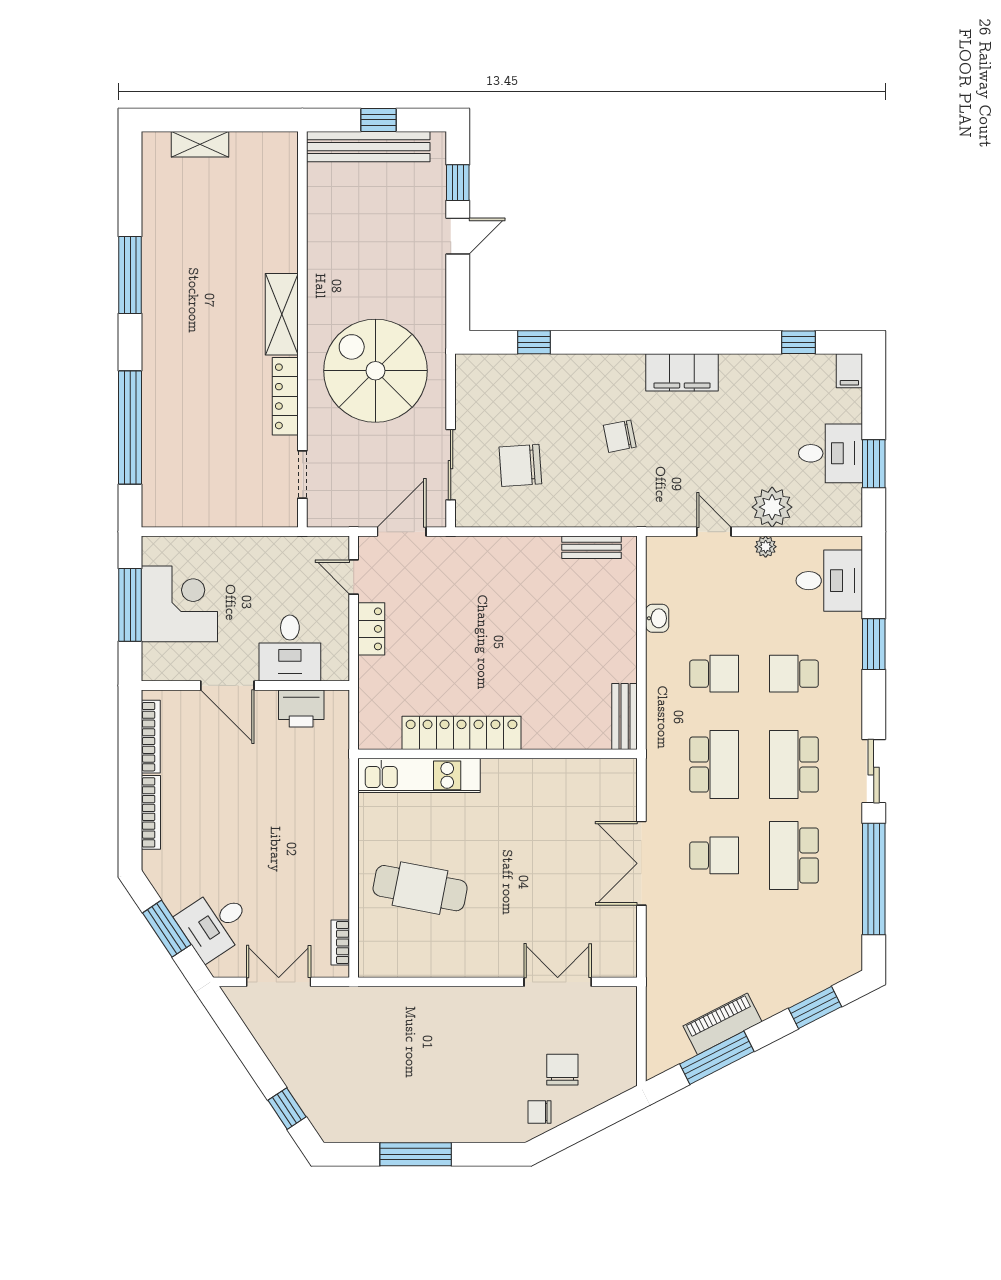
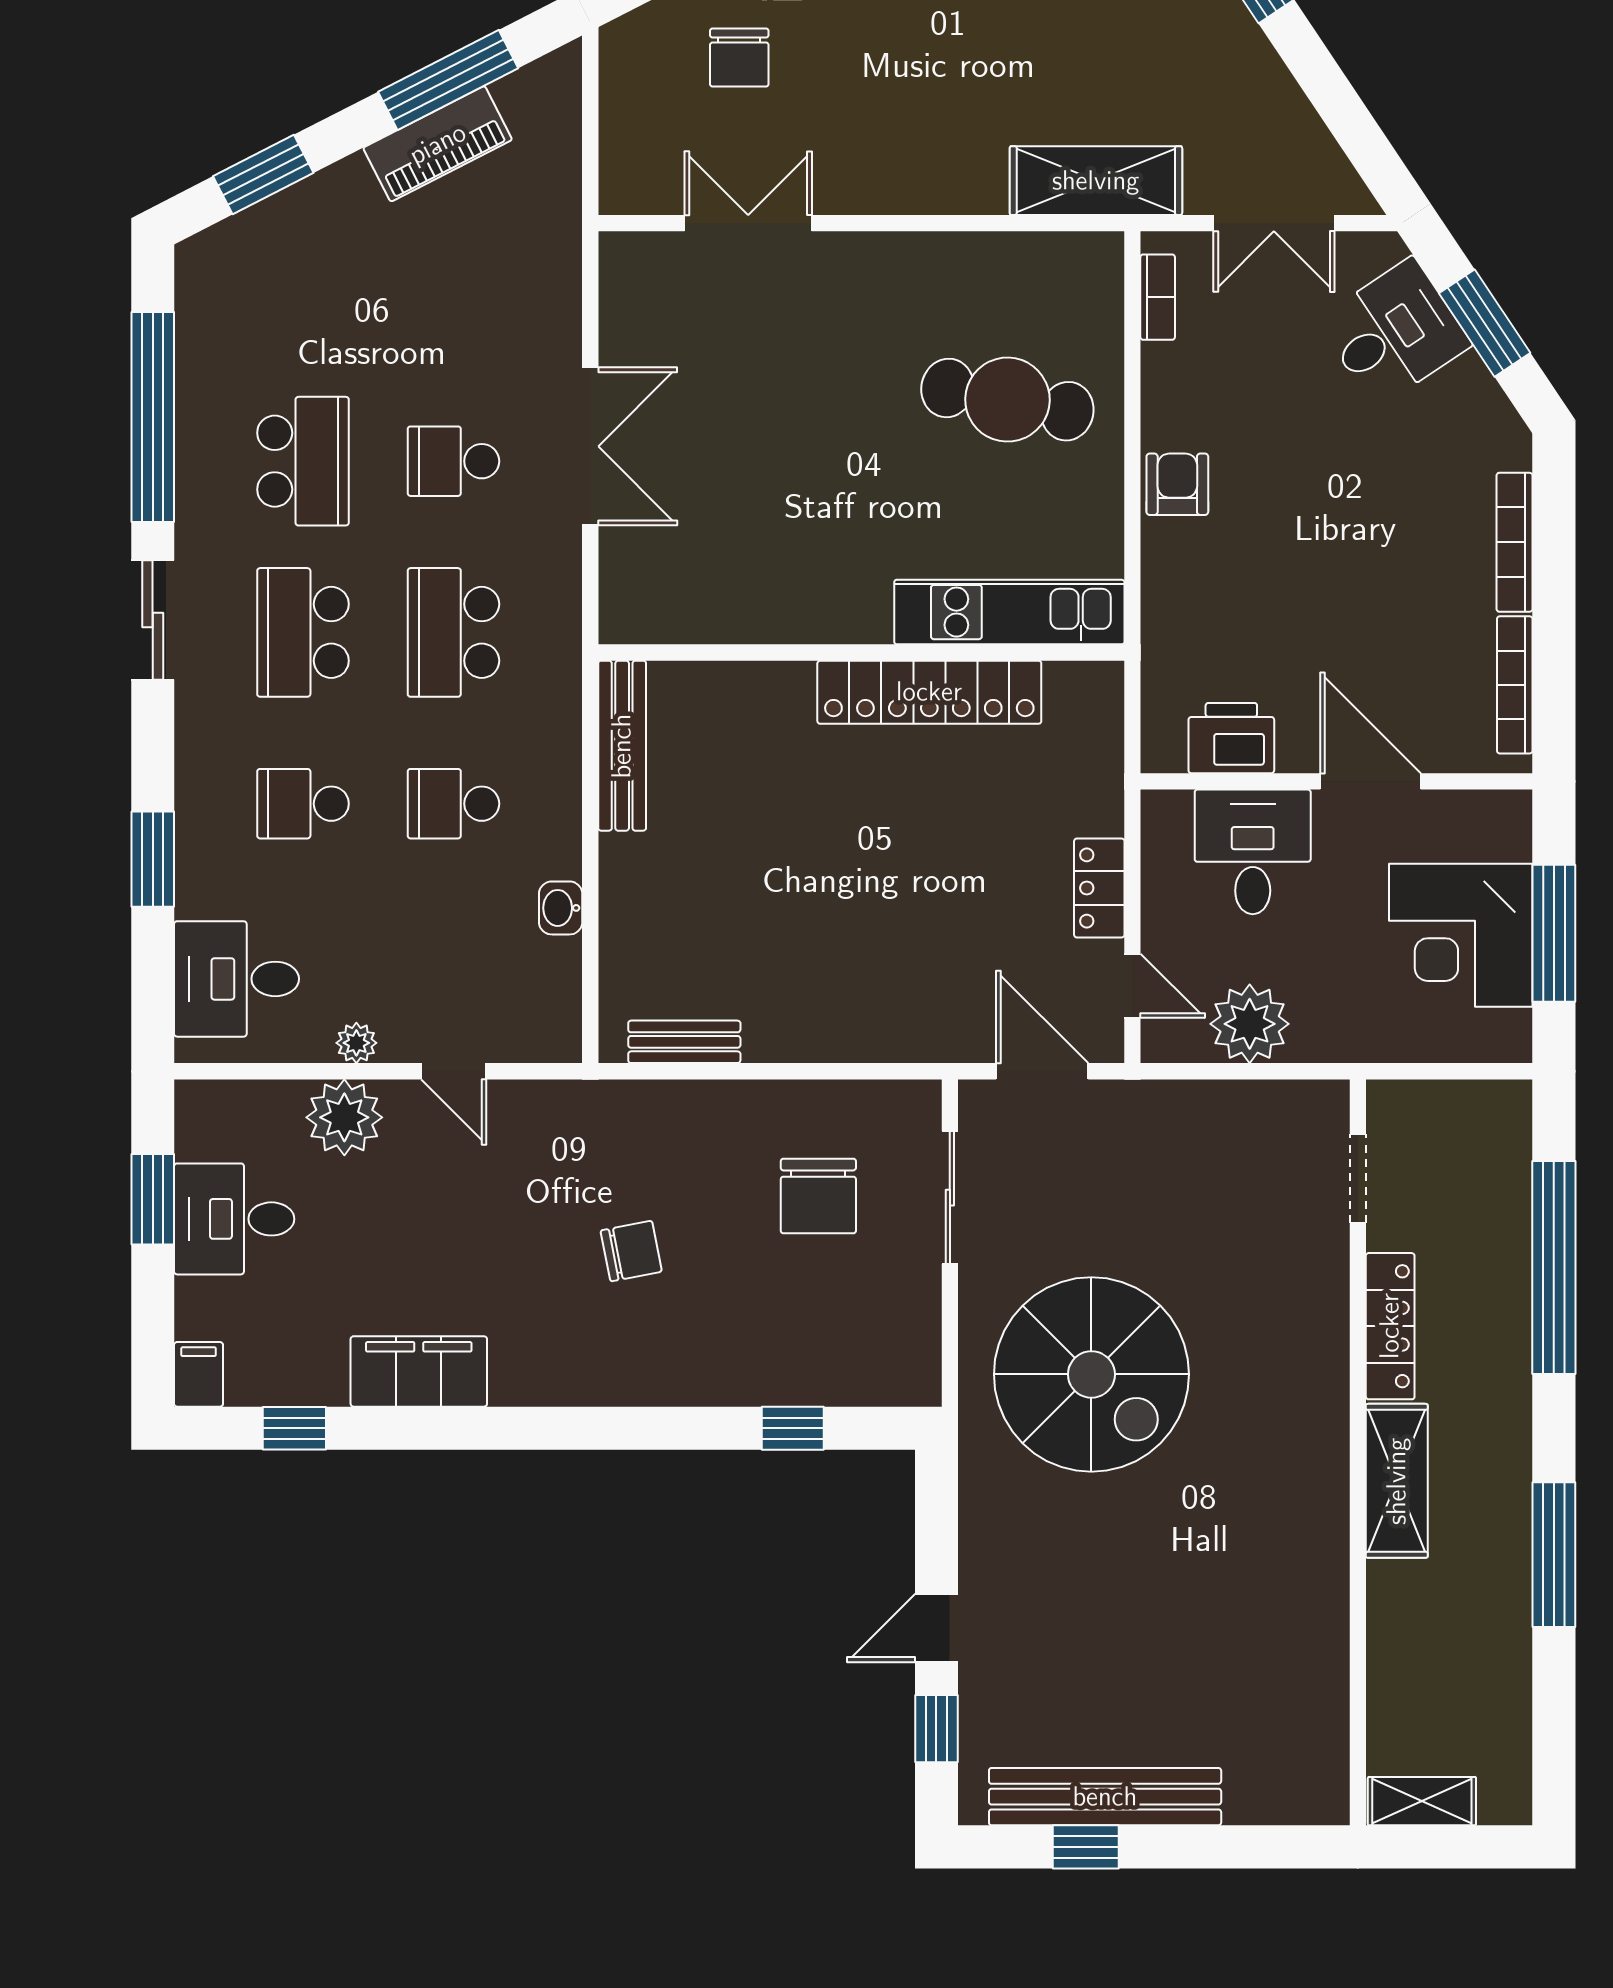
shelving: (282, 314) -> (1397, 1481), moved
wall: (302, 329) -> (1358, 1452), moved
filing cabinet: (682, 372) -> (419, 1371), moved
locker: (285, 396) -> (1390, 1326), moved
chair: (520, 465) -> (818, 1196), turned 94
doorway: (302, 474) -> (1358, 1179), moved
door: (402, 532) -> (1042, 1071), swing flipped
plant: (292, 557) -> (1250, 1024), added
school desk: (794, 674) -> (303, 804), turned 180
bench: (625, 716) -> (622, 746), width x1.36
school desk: (794, 765) -> (303, 632), turned 180
armchair: (330, 843) -> (1177, 484), added
double door: (558, 982) -> (748, 223), swing flipped
shelving: (373, 1004) -> (1096, 181), added

